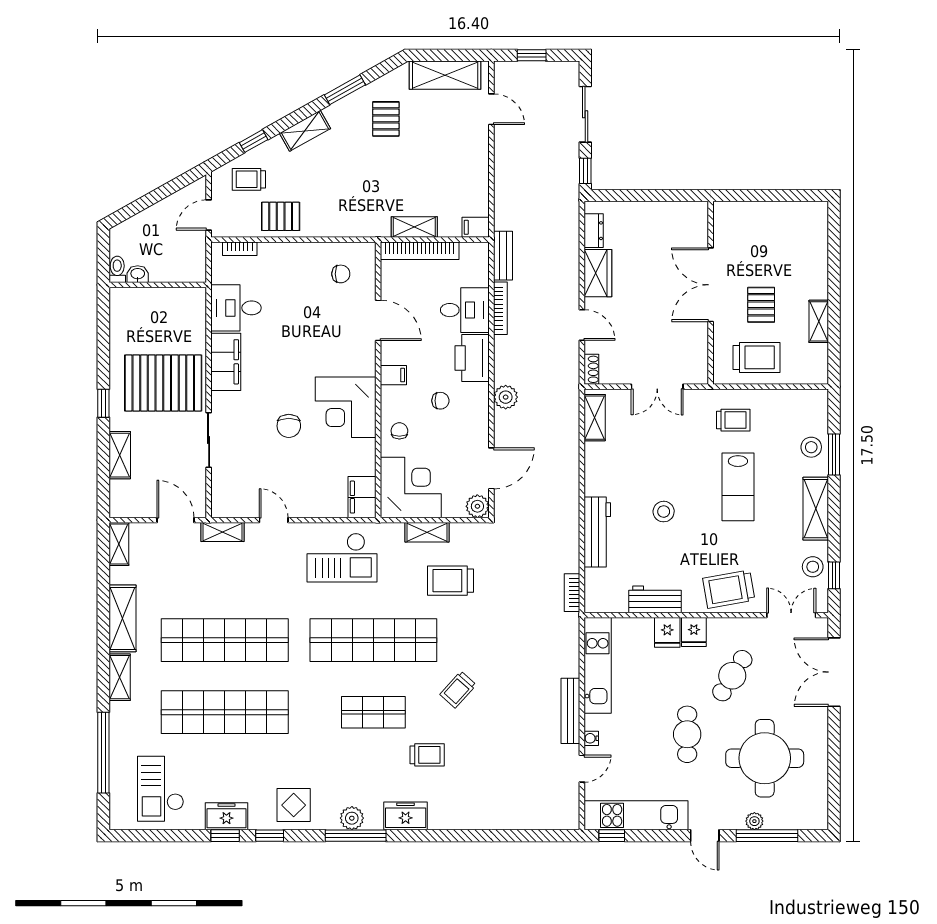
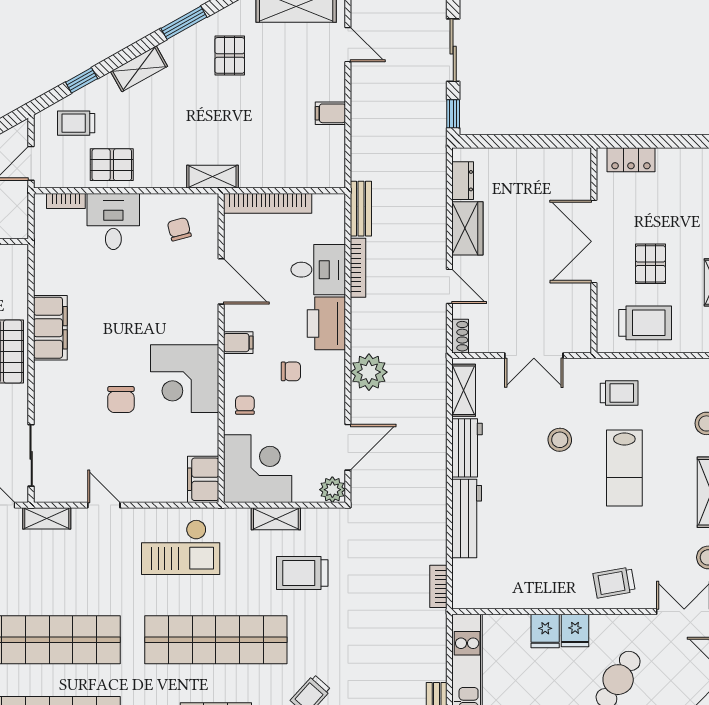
locker: (744, 212) -> (631, 160), added
shelving: (414, 227) -> (212, 177), moved
filing cabinet: (476, 227) -> (330, 113), moved
chair: (341, 274) -> (179, 229), turned -105
desk: (236, 308) -> (113, 221), moved, turned 90
plant: (506, 397) -> (369, 372), width x1.36, depth x1.36
sliding door: (209, 440) -> (31, 455), moved
stool: (664, 512) -> (560, 440), moved
trolley: (729, 589) -> (614, 583), width x0.73, depth x0.72
workbench: (655, 599) -> (467, 448), moved, turned 90

